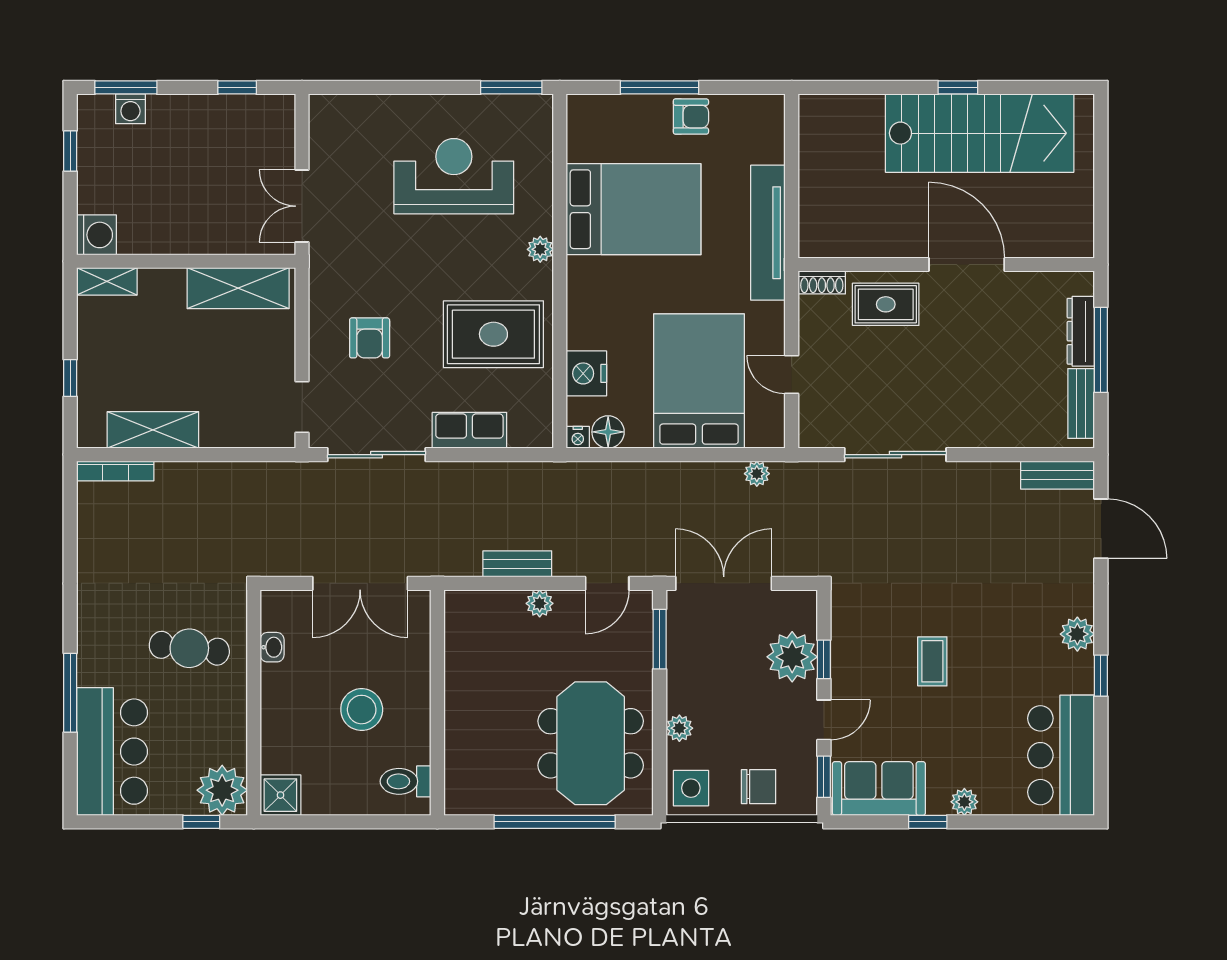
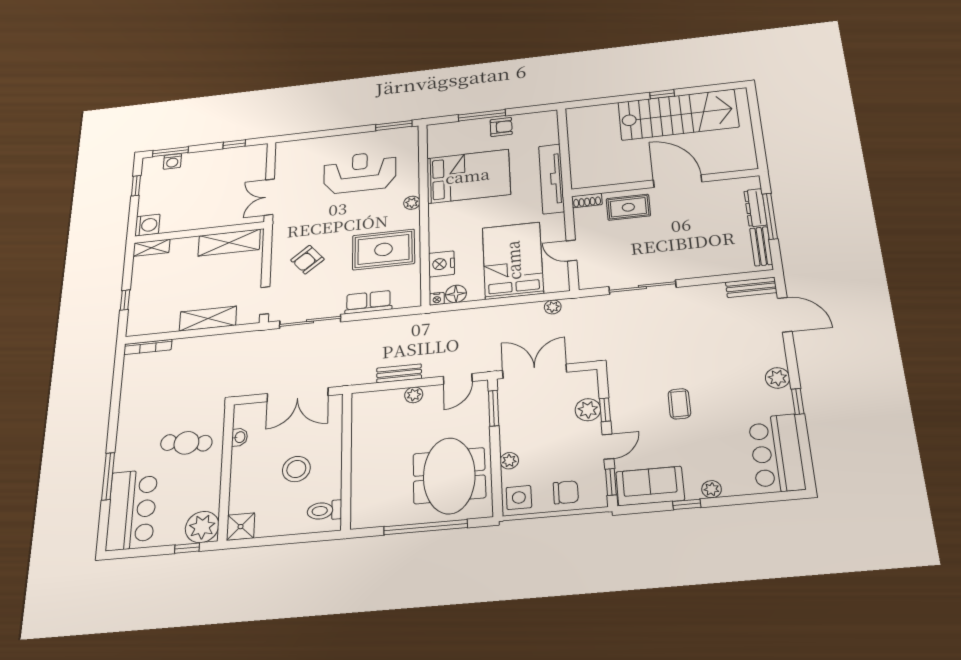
armchair: (370, 338) -> (307, 260), turned 51
shelving: (153, 430) -> (208, 319), moved
plant: (792, 657) -> (588, 410), width x0.73, depth x0.73

